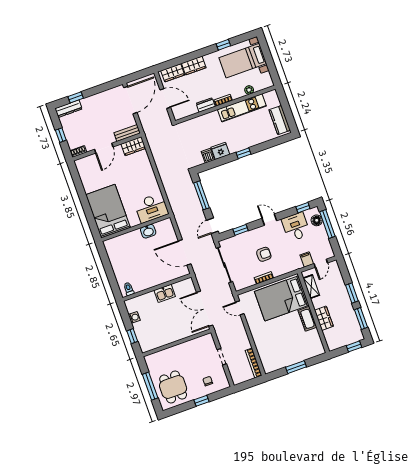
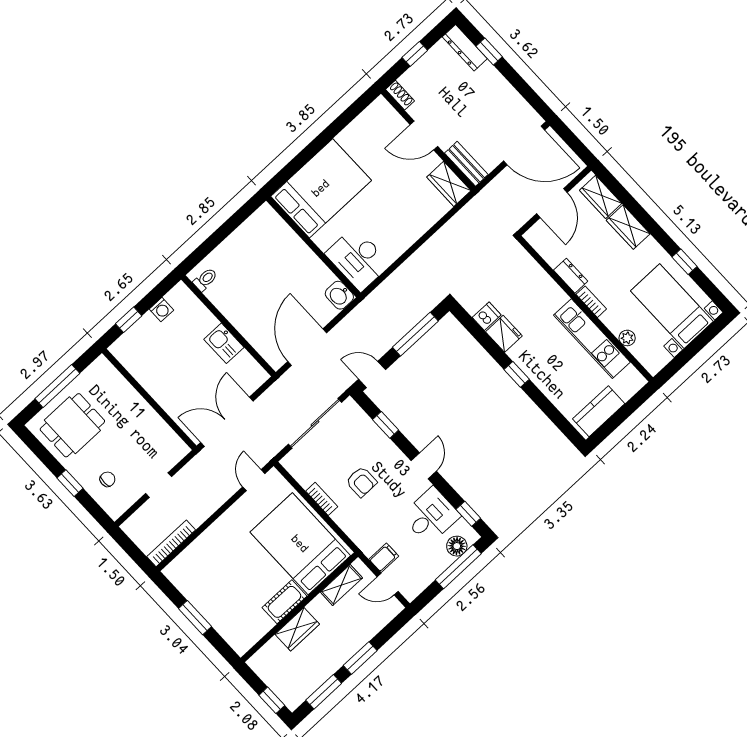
washbasin: (148, 231) -> (339, 295), moved

